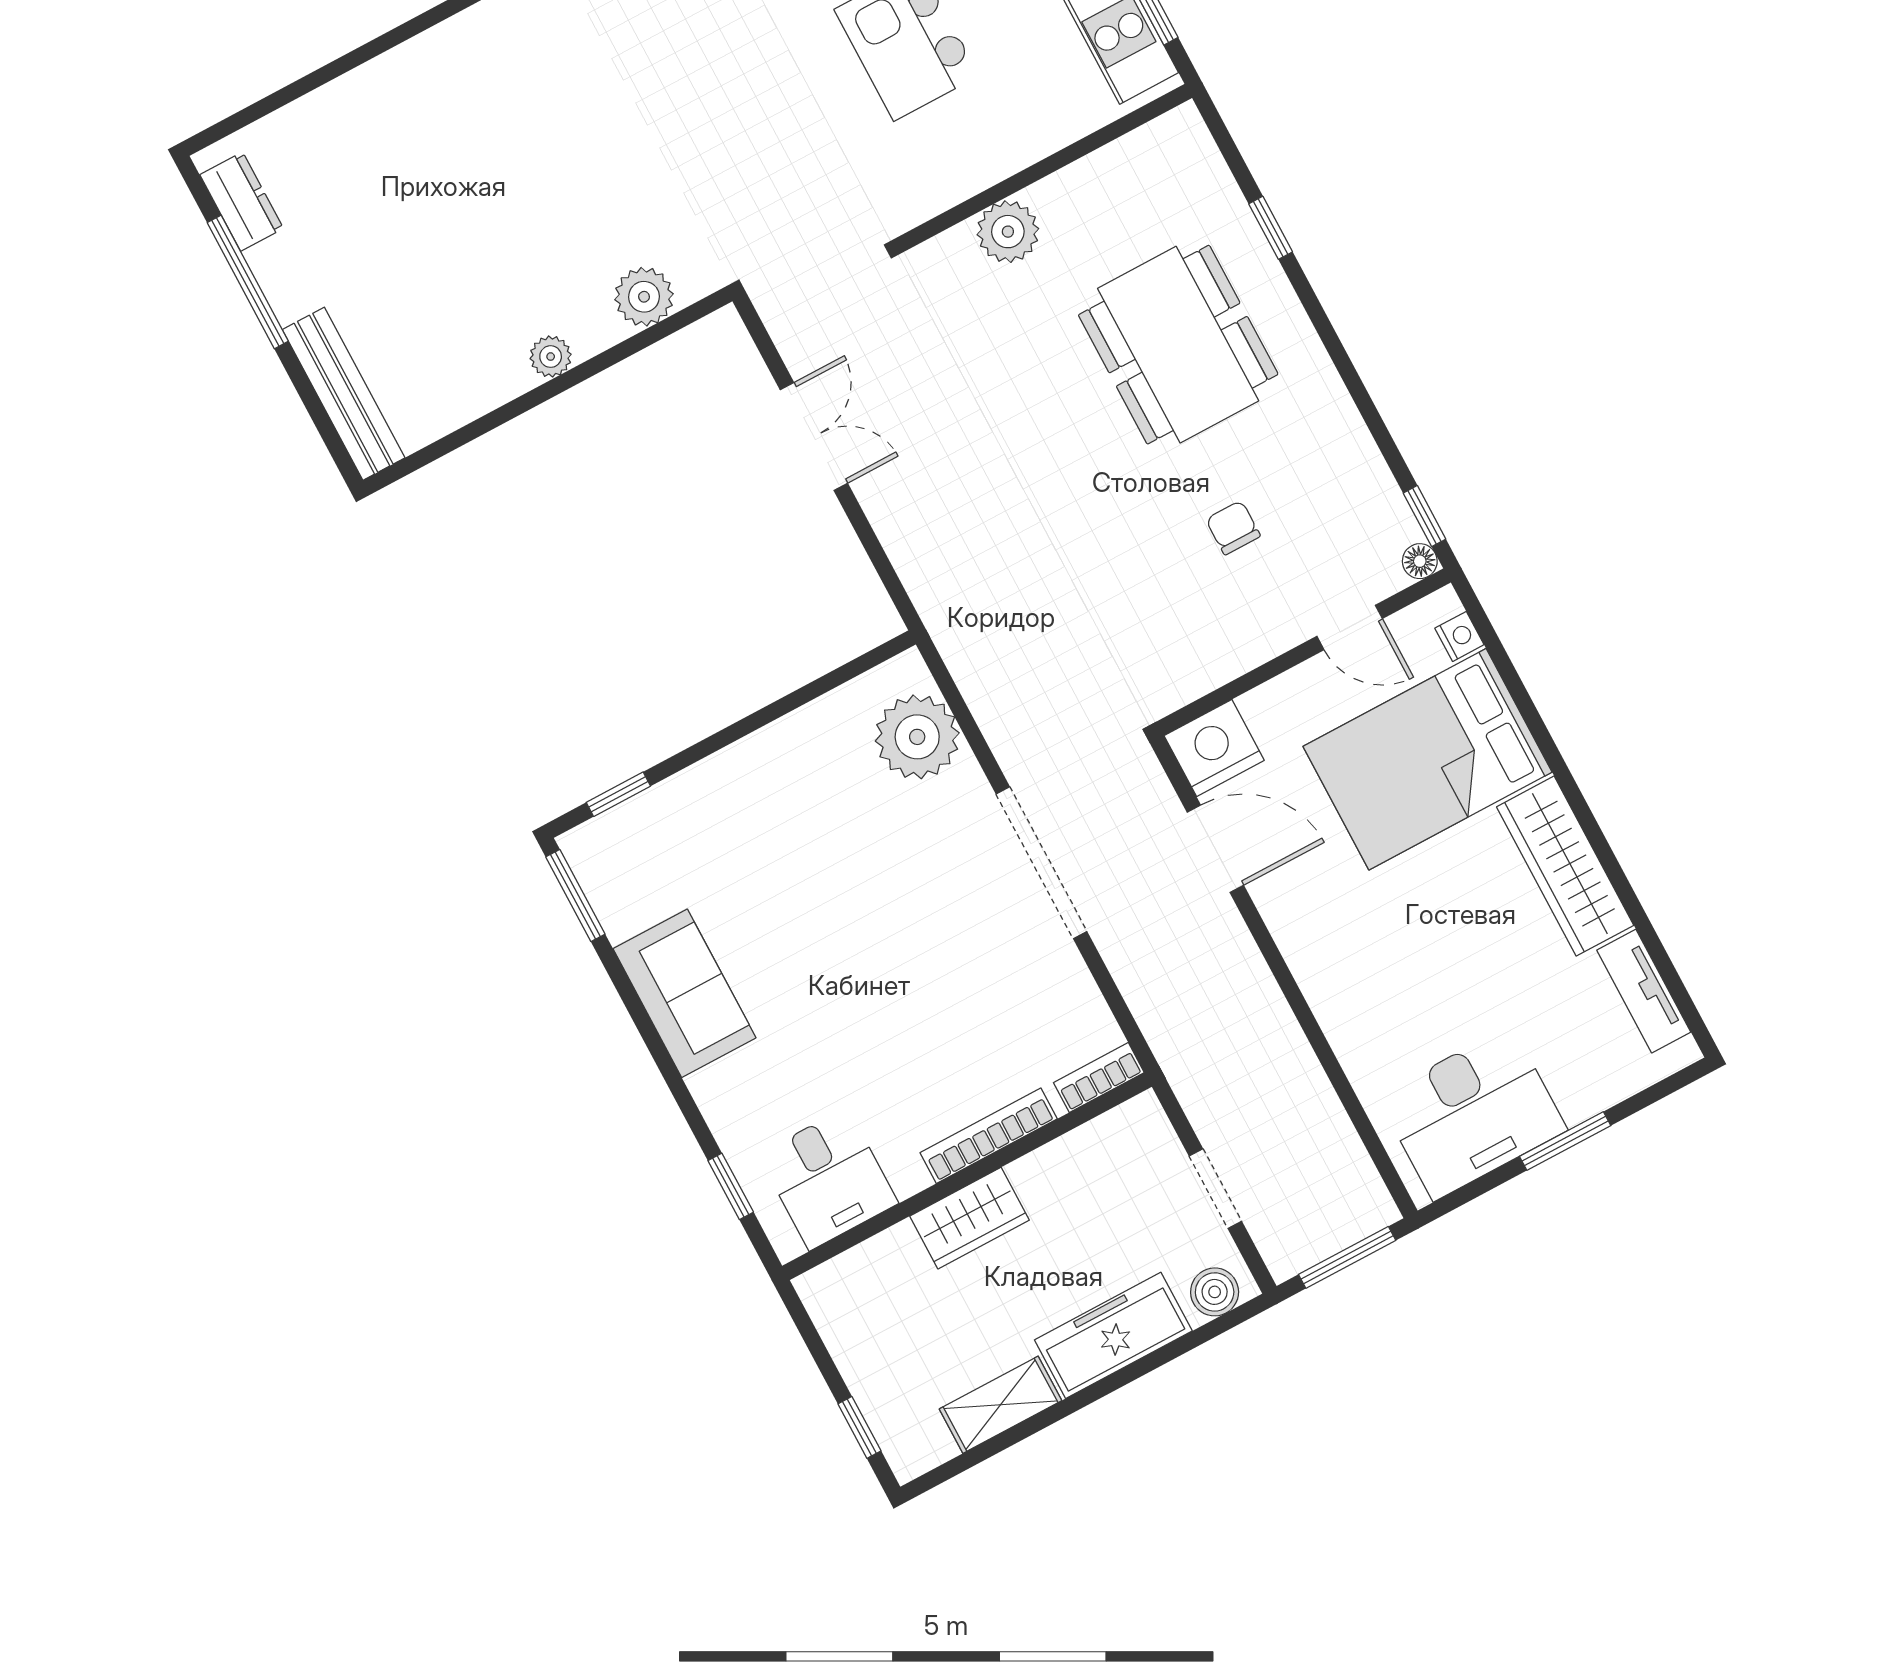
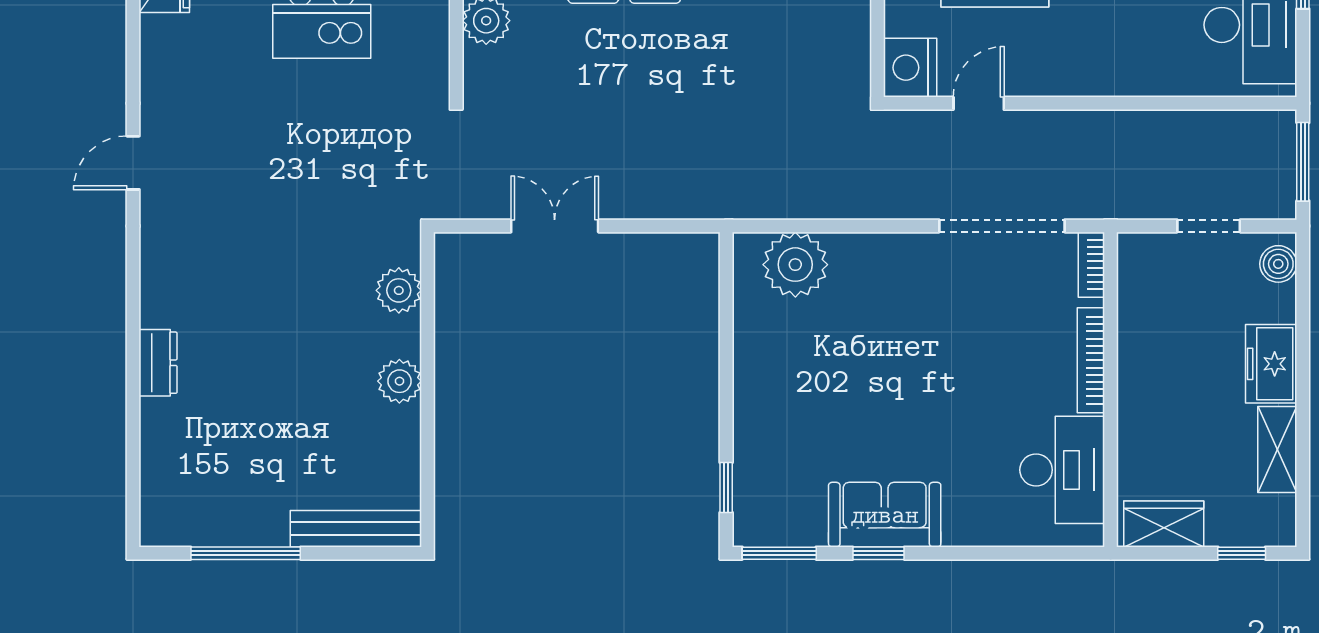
dresser: (242, 202) -> (158, 363), moved, turned 90
plant: (551, 357) -> (399, 381), width x1.38, depth x1.38
door: (1215, 849) -> (979, 103), width x0.73
doorway: (1041, 863) -> (1002, 226), moved
desk: (828, 1179) -> (1062, 470), width x1.37
window: (731, 1186) -> (878, 553), moved
wardrobe: (970, 1218) -> (1164, 524), moved, turned -90
freezer: (1113, 1335) -> (1271, 364), width x0.71

